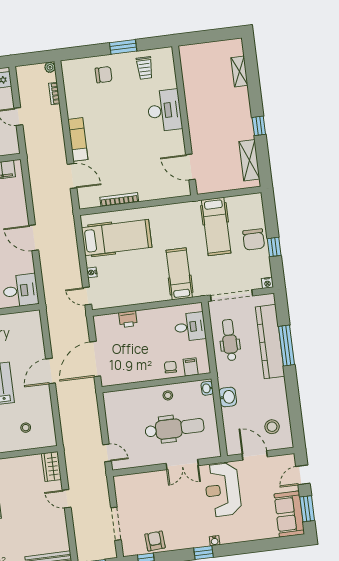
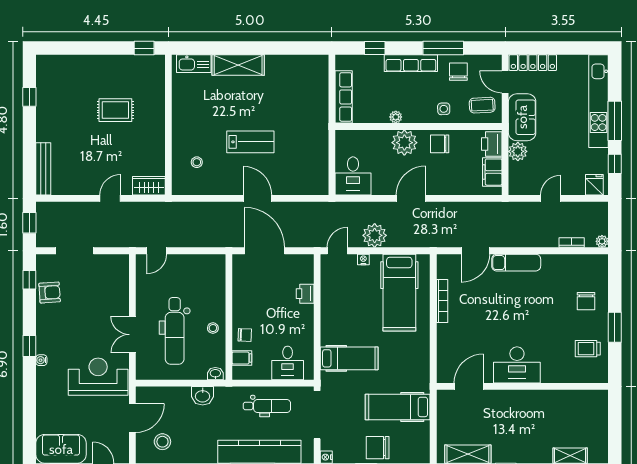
desk: (164, 110) -> (517, 365), moved
plant: (70, 265) -> (375, 235), added

